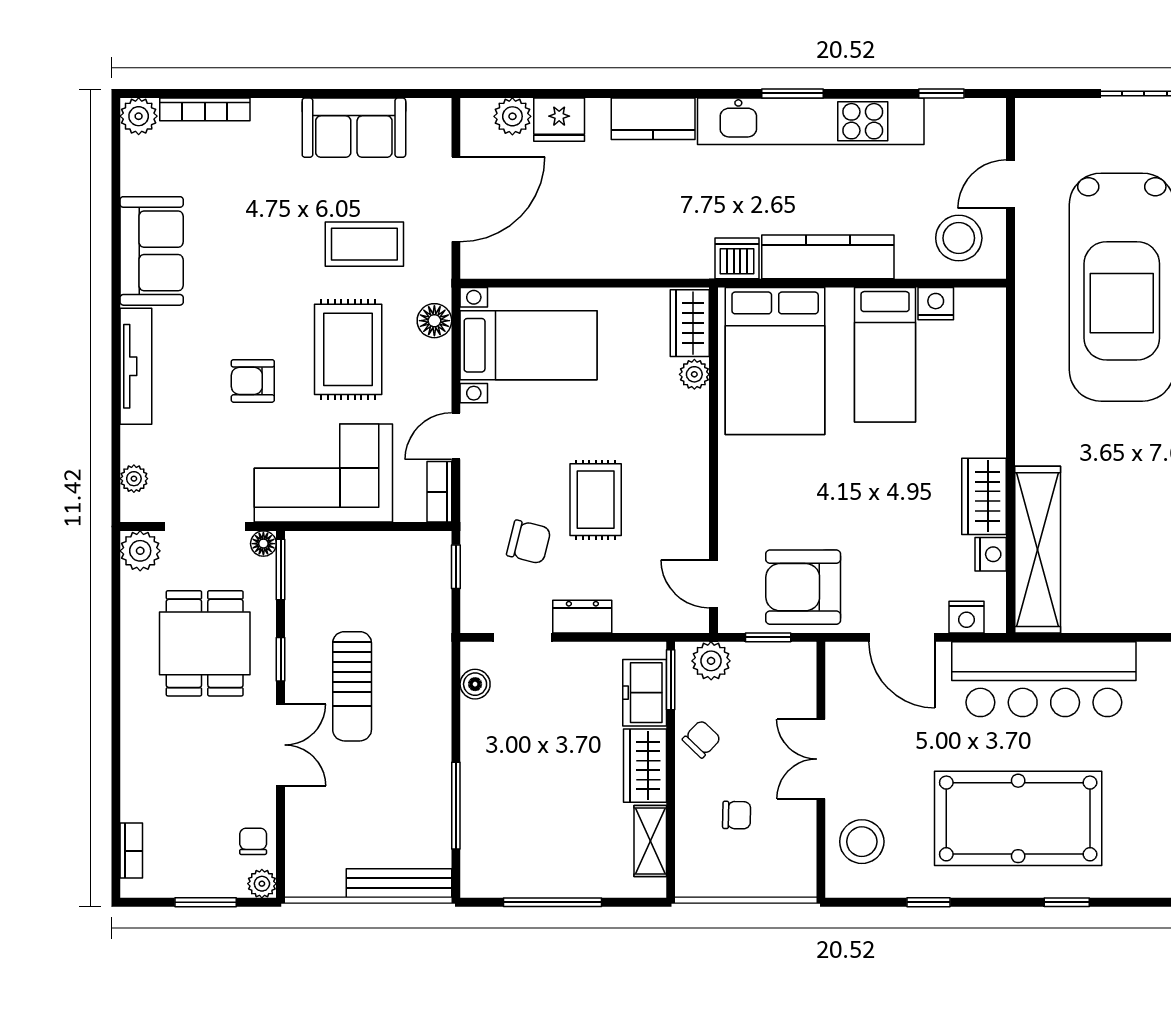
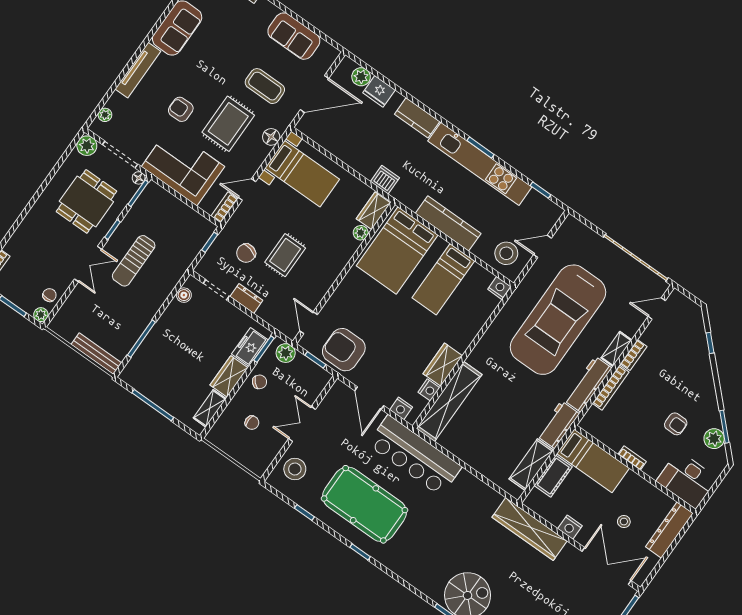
dishwasher: (737, 258) -> (385, 180), moved
nightstand: (936, 304) -> (499, 288), moved
chair: (529, 542) -> (246, 253), turned 91

